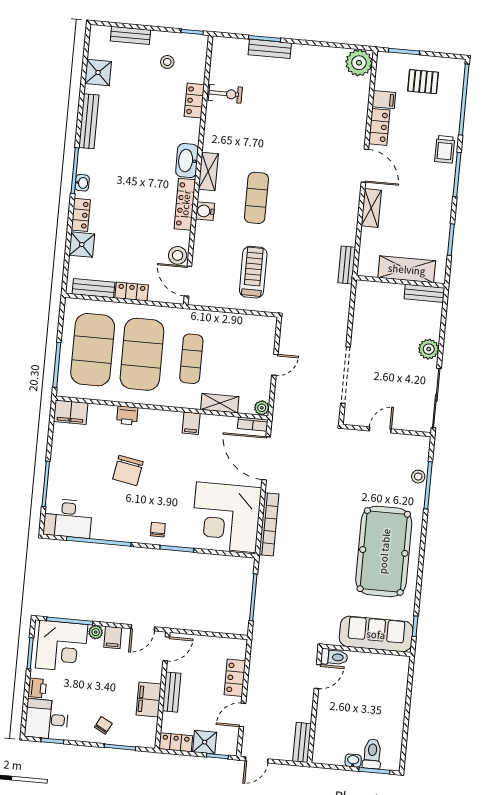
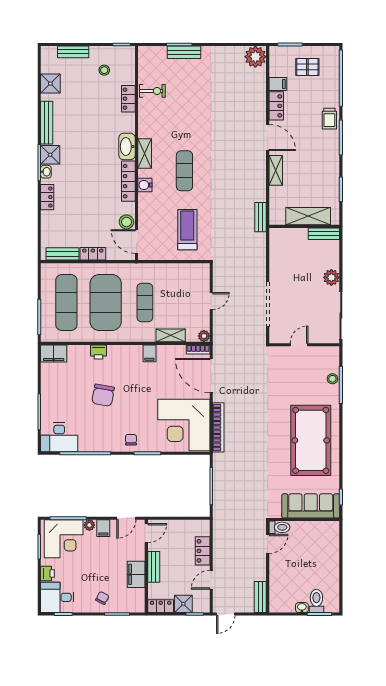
shower: (82, 245) -> (50, 155), moved
exercise mat: (93, 350) -> (66, 303), width x0.68

